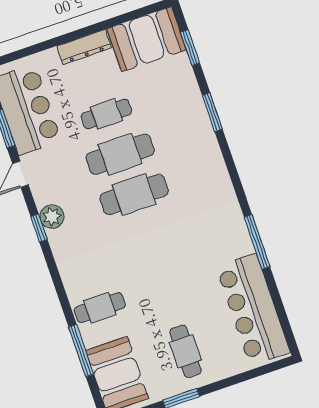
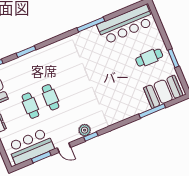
cafe table: (120, 154) -> (51, 97), width x0.73, depth x0.74
cafe table: (134, 194) -> (71, 89), removed
cafe table: (100, 308) -> (130, 103), removed

